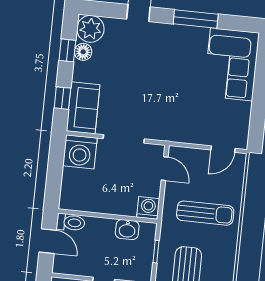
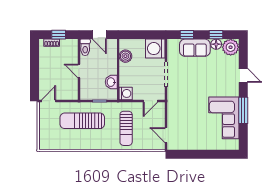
corner sofa: (231, 64) -> (224, 118), moved, turned -90
sofa: (83, 108) -> (195, 48), moved
boiler: (87, 202) -> (125, 56), added
toilet: (71, 222) -> (85, 47), moved
door: (48, 241) -> (99, 35), hinge flipped

